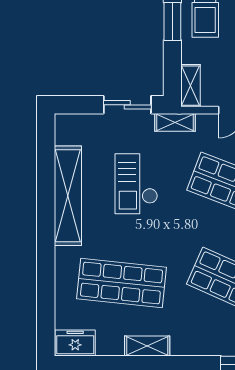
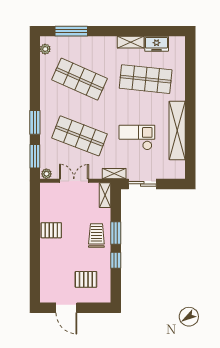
checkout: (136, 184) -> (137, 137), turned -90
freezer: (75, 343) -> (157, 44), moved

